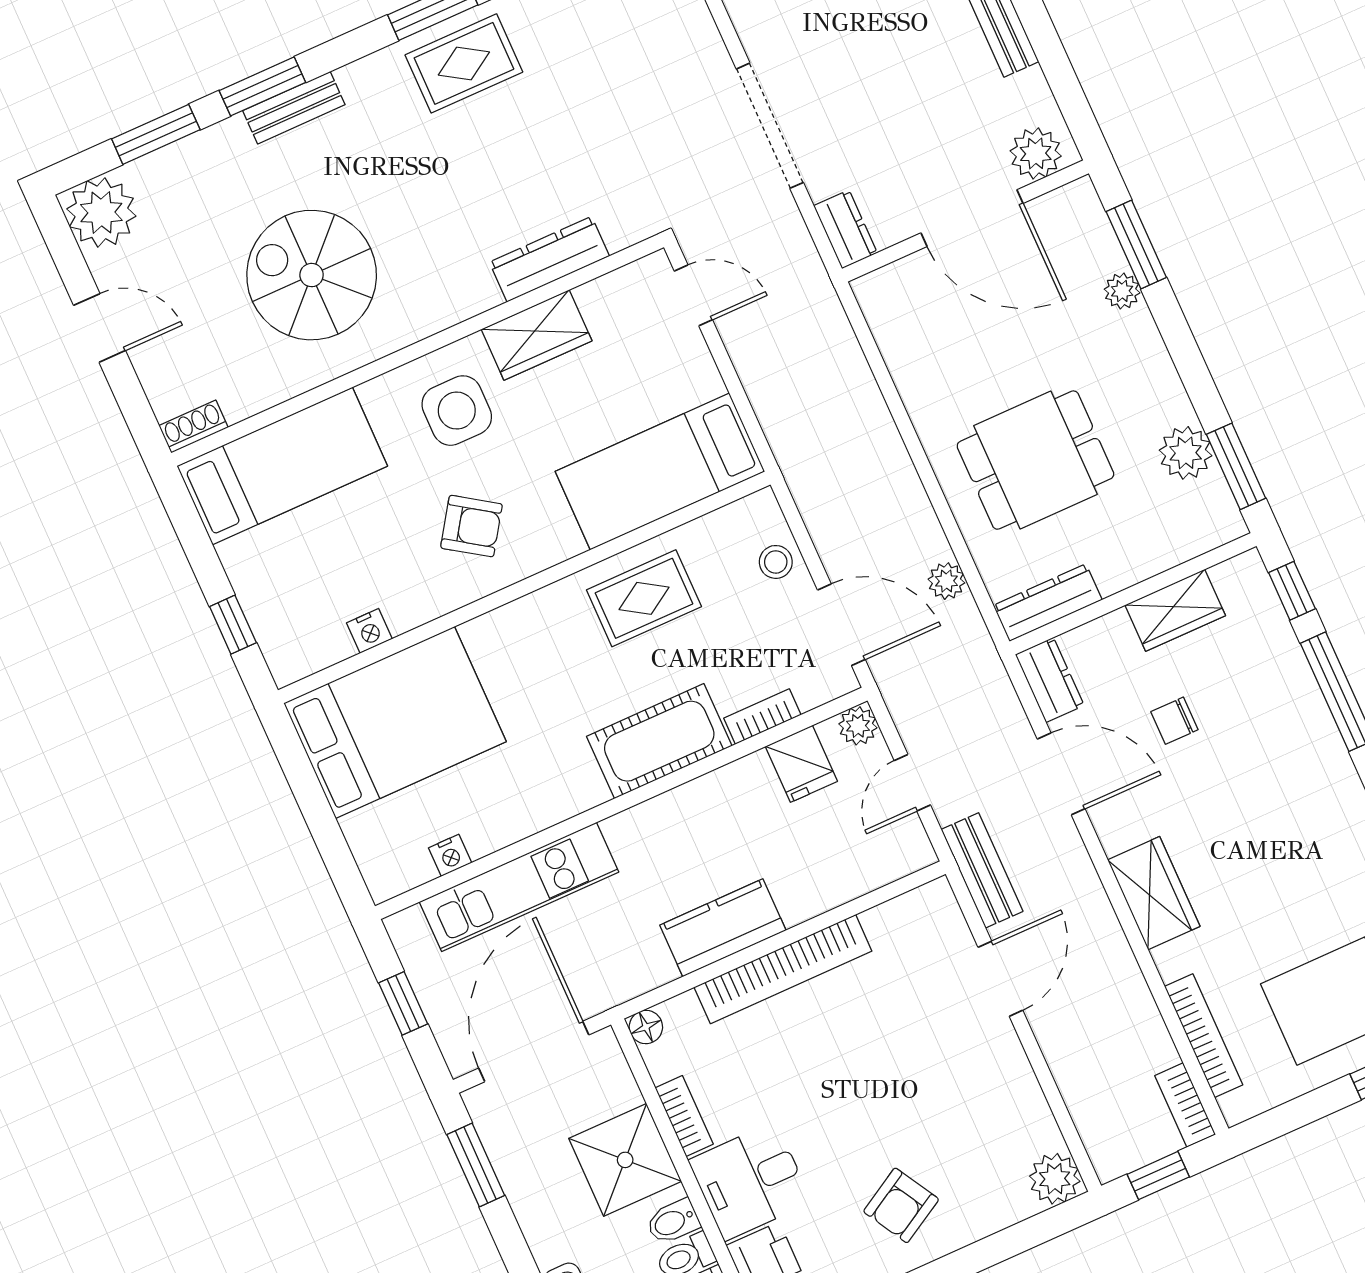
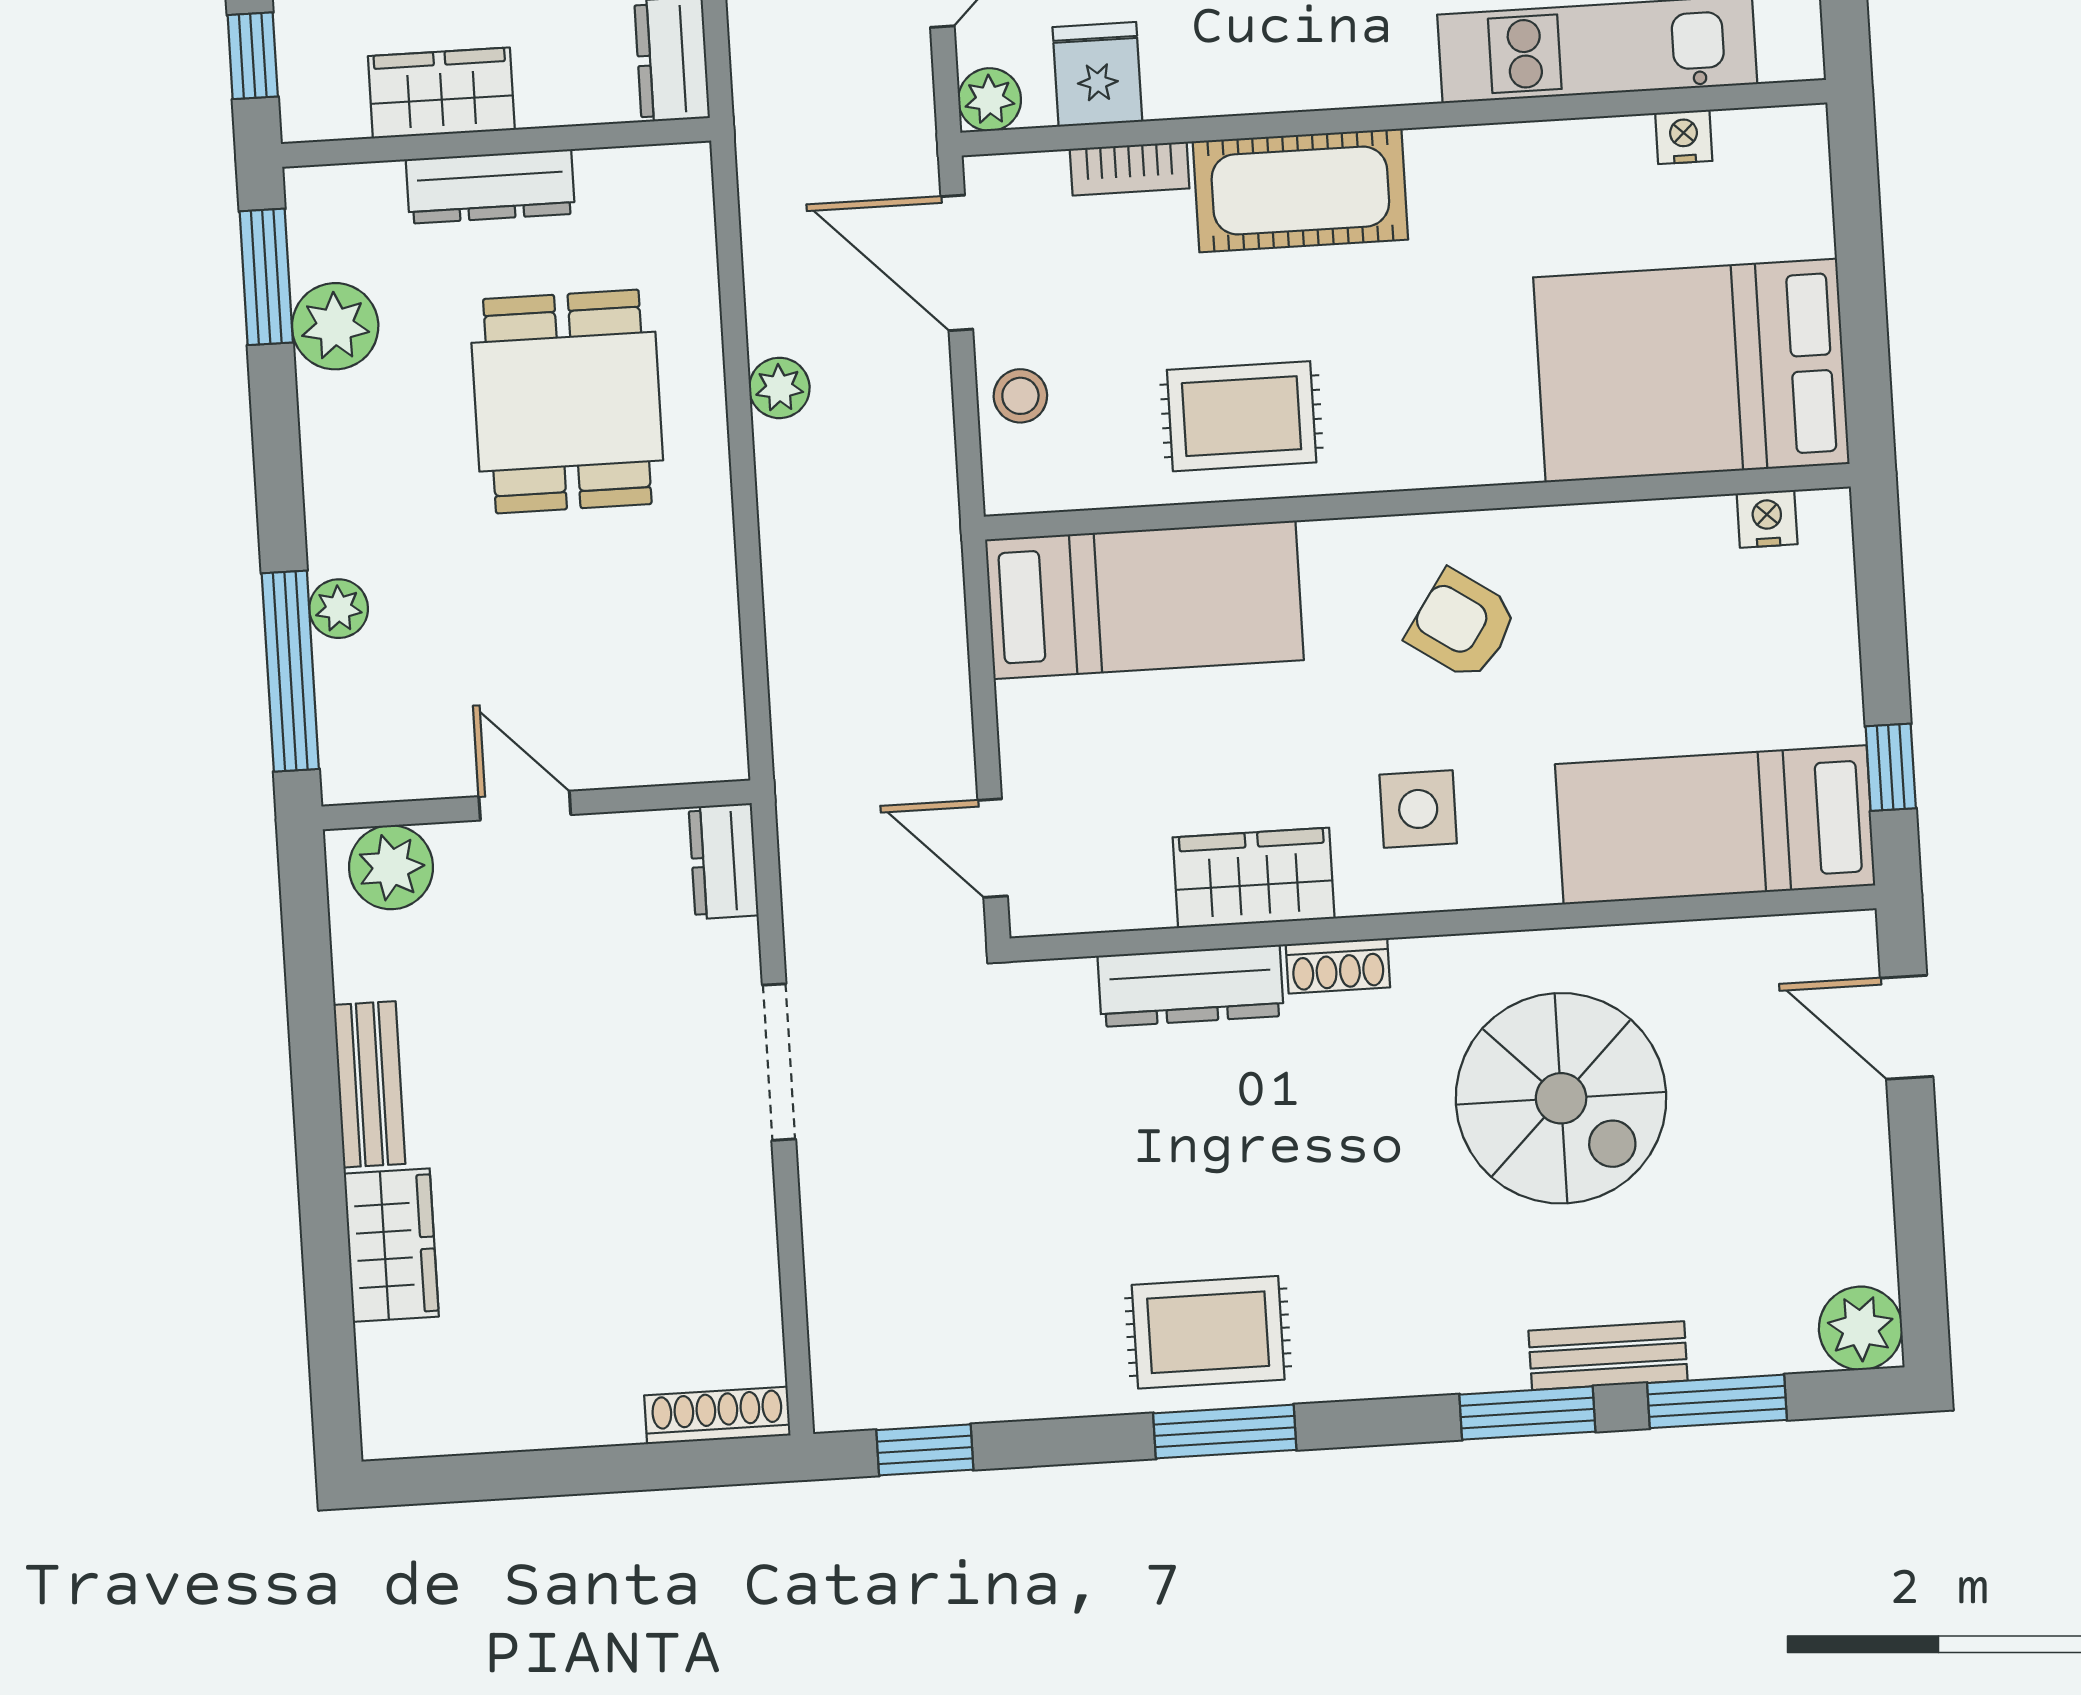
bench: (294, 108) -> (1608, 1356), moved
doorway: (770, 126) -> (779, 1062), width x0.73
plant: (101, 212) -> (1861, 1328), width x0.73, depth x0.73
door: (972, 218) -> (525, 806), width x0.53
window: (1136, 244) -> (290, 671), width x1.44
door: (100, 328) -> (1907, 1027), moved
side table: (457, 411) -> (1418, 809), width x0.73, depth x0.73
shoe rack: (194, 427) -> (1338, 966), moved
dining table: (1035, 460) -> (567, 402), turned 90
plant: (946, 581) -> (779, 388), moved
dresser: (1048, 603) -> (490, 186), moved
window: (233, 625) -> (1891, 767), moved
nightstand: (369, 631) -> (1767, 519), moved

